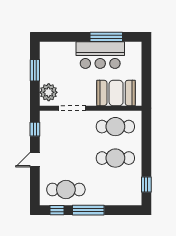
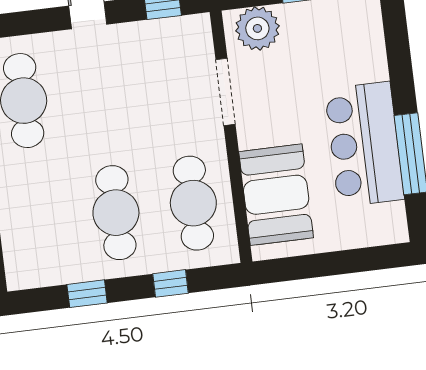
window: (146, 140) -> (171, 283), added
window: (146, 185) -> (87, 294), moved

